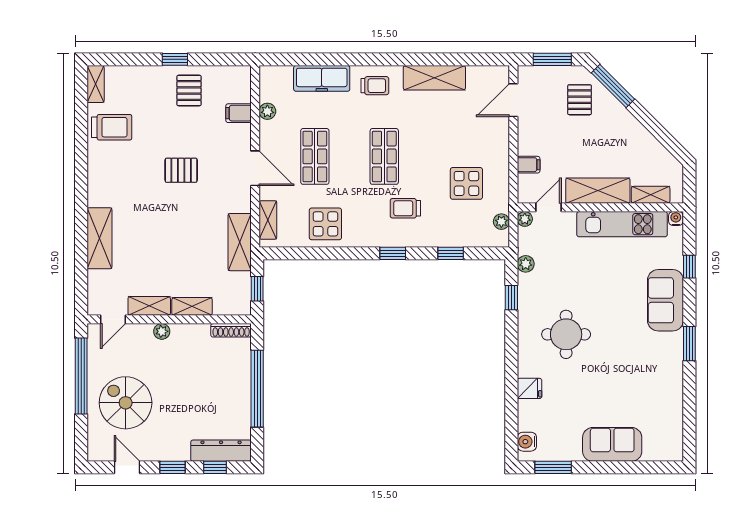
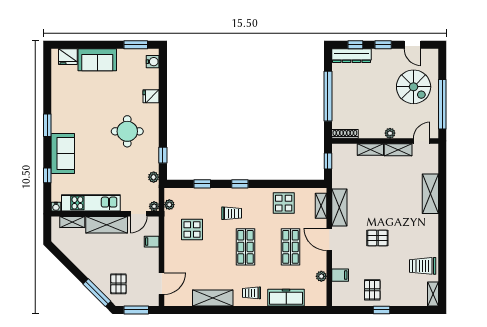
shelving: (240, 242) -> (339, 208), moved
fridge: (658, 449) -> (68, 57), added

